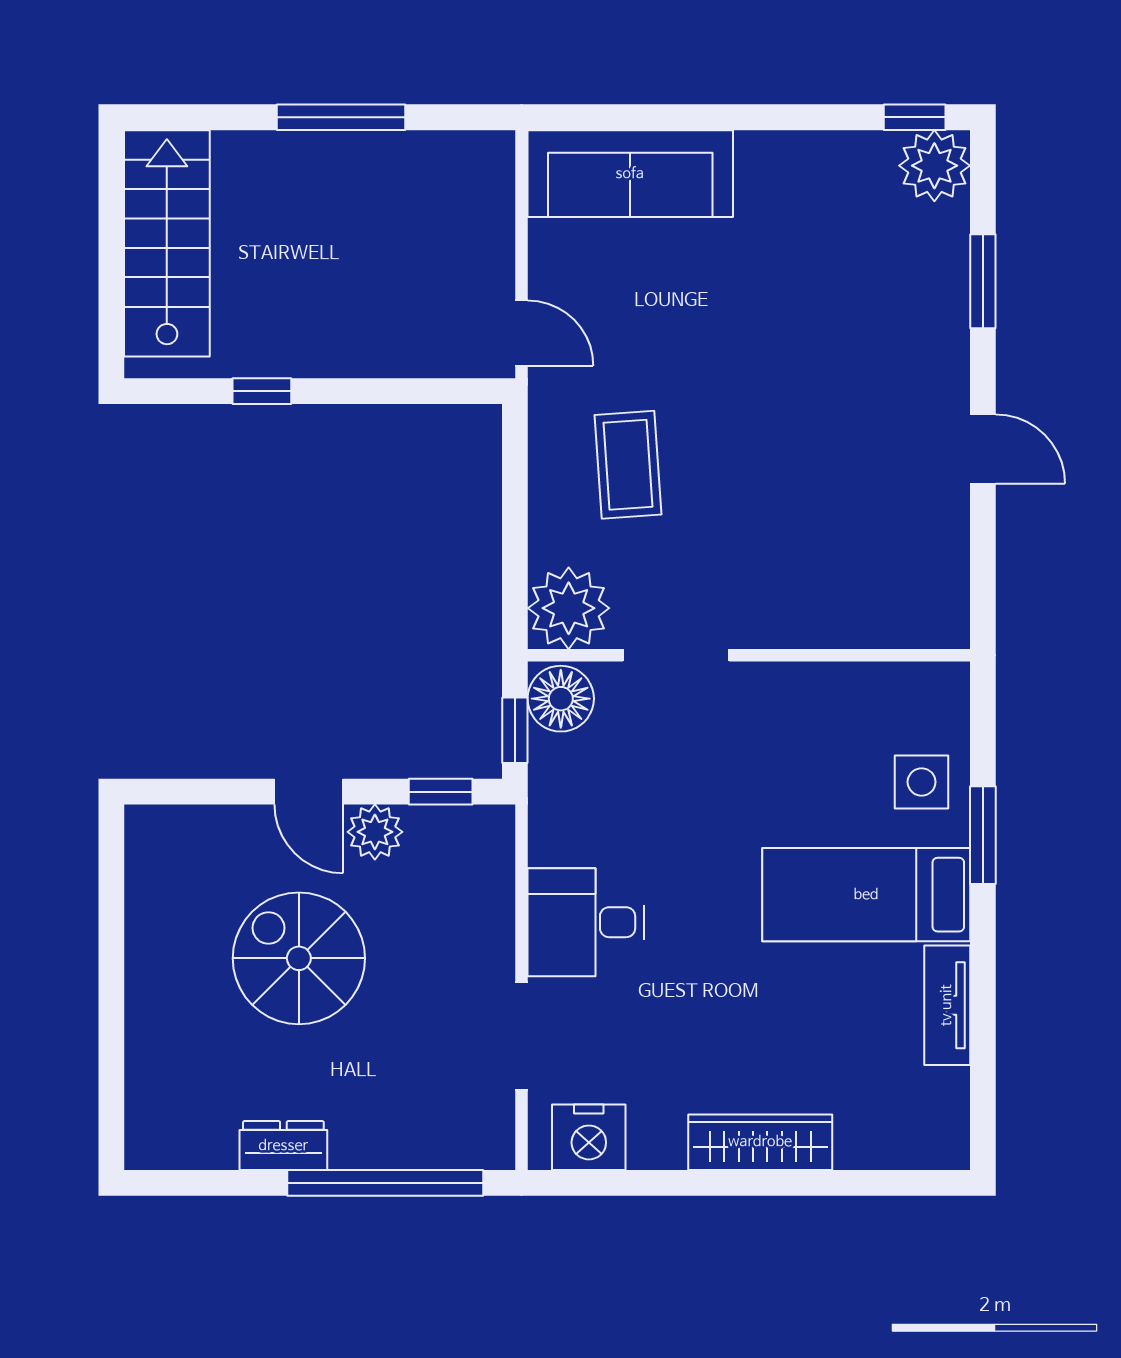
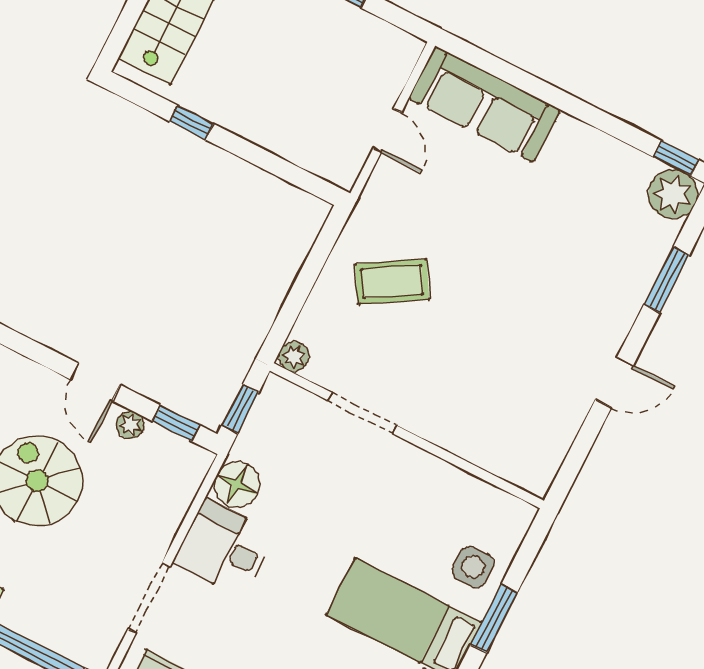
door: (522, 333) -> (387, 131), moved
door: (983, 449) -> (614, 382), hinge flipped
coffee table: (628, 465) -> (392, 282), turned 63
plant: (569, 608) -> (294, 356), width x0.53, depth x0.53
floor lamp: (561, 699) -> (237, 485), moved
plant: (375, 832) -> (130, 425), width x0.73, depth x0.73

